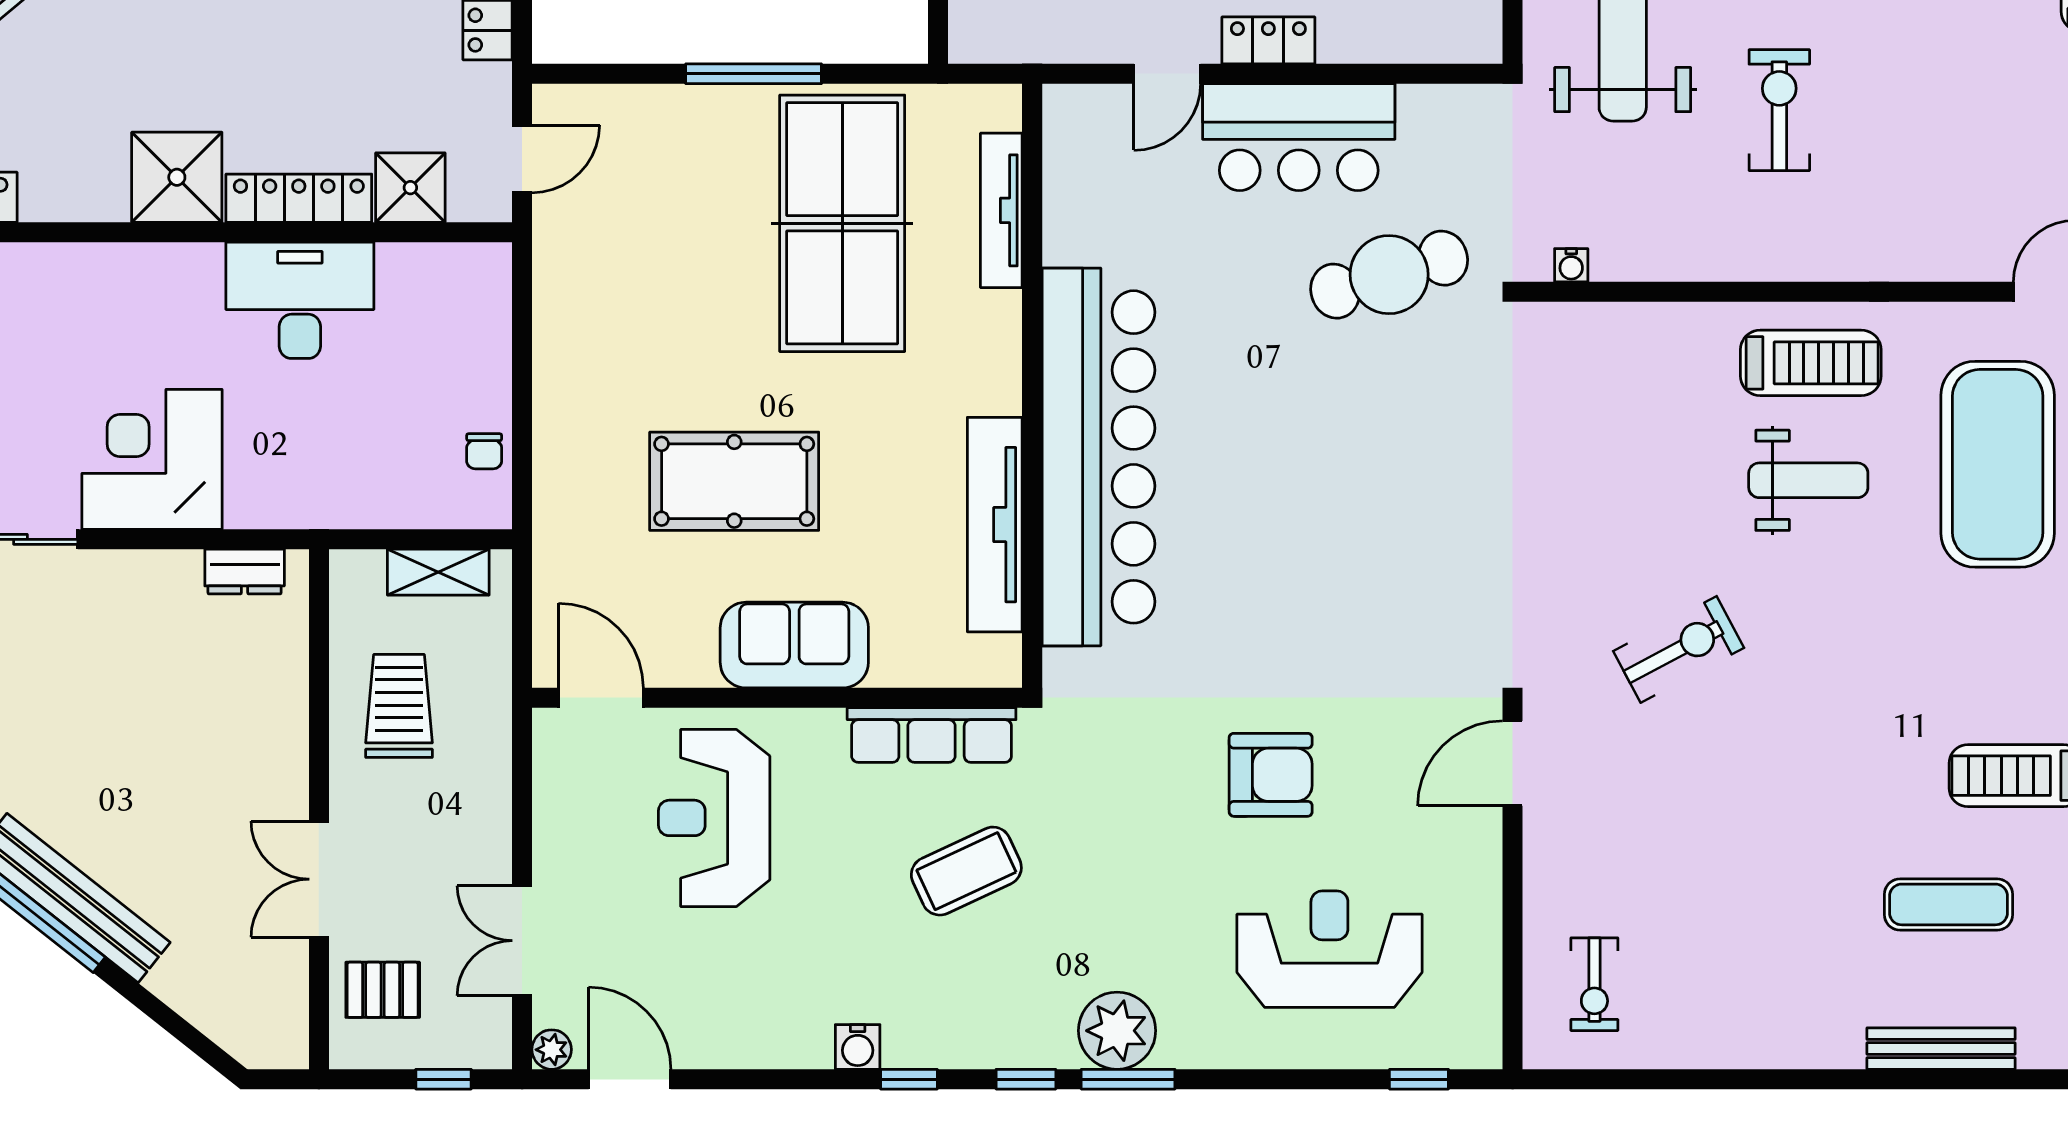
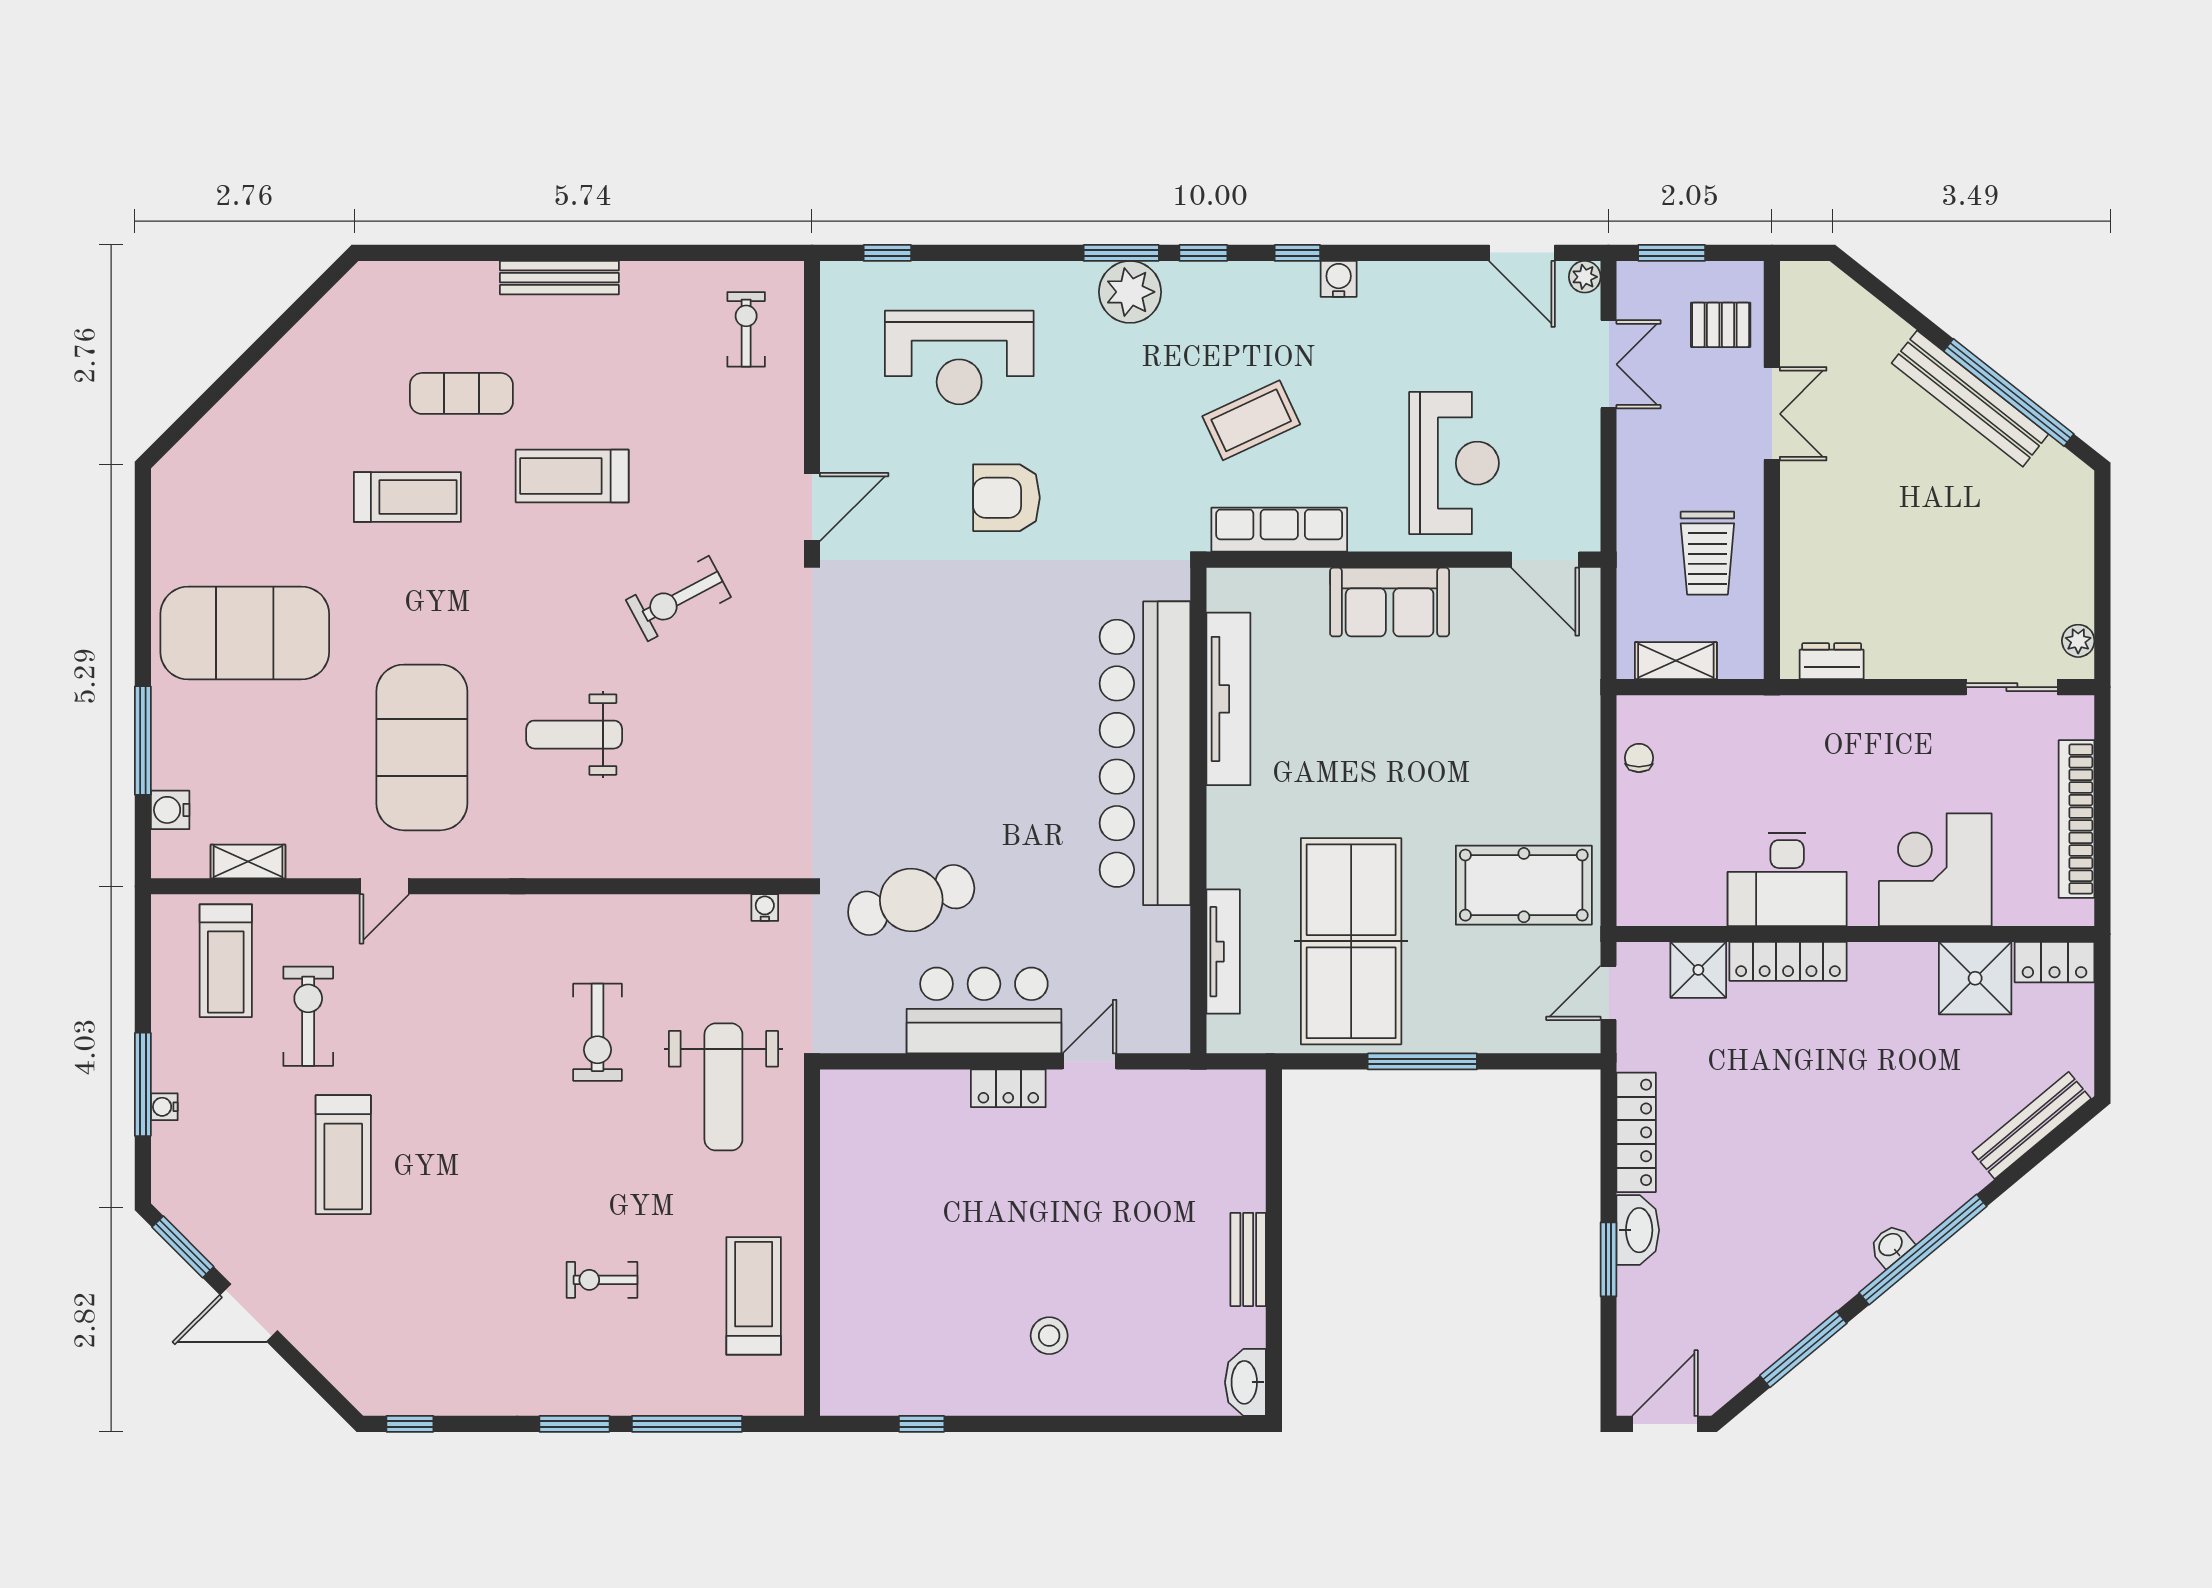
shower: (177, 177) -> (1975, 978), moved
treadmill: (1811, 363) -> (572, 476), moved
corner desk: (152, 459) -> (1935, 870), moved, turned 180
pool table: (734, 481) -> (1524, 885), moved
bench: (1941, 1049) -> (559, 278), moved
window: (443, 1079) -> (1672, 253), width x1.50

